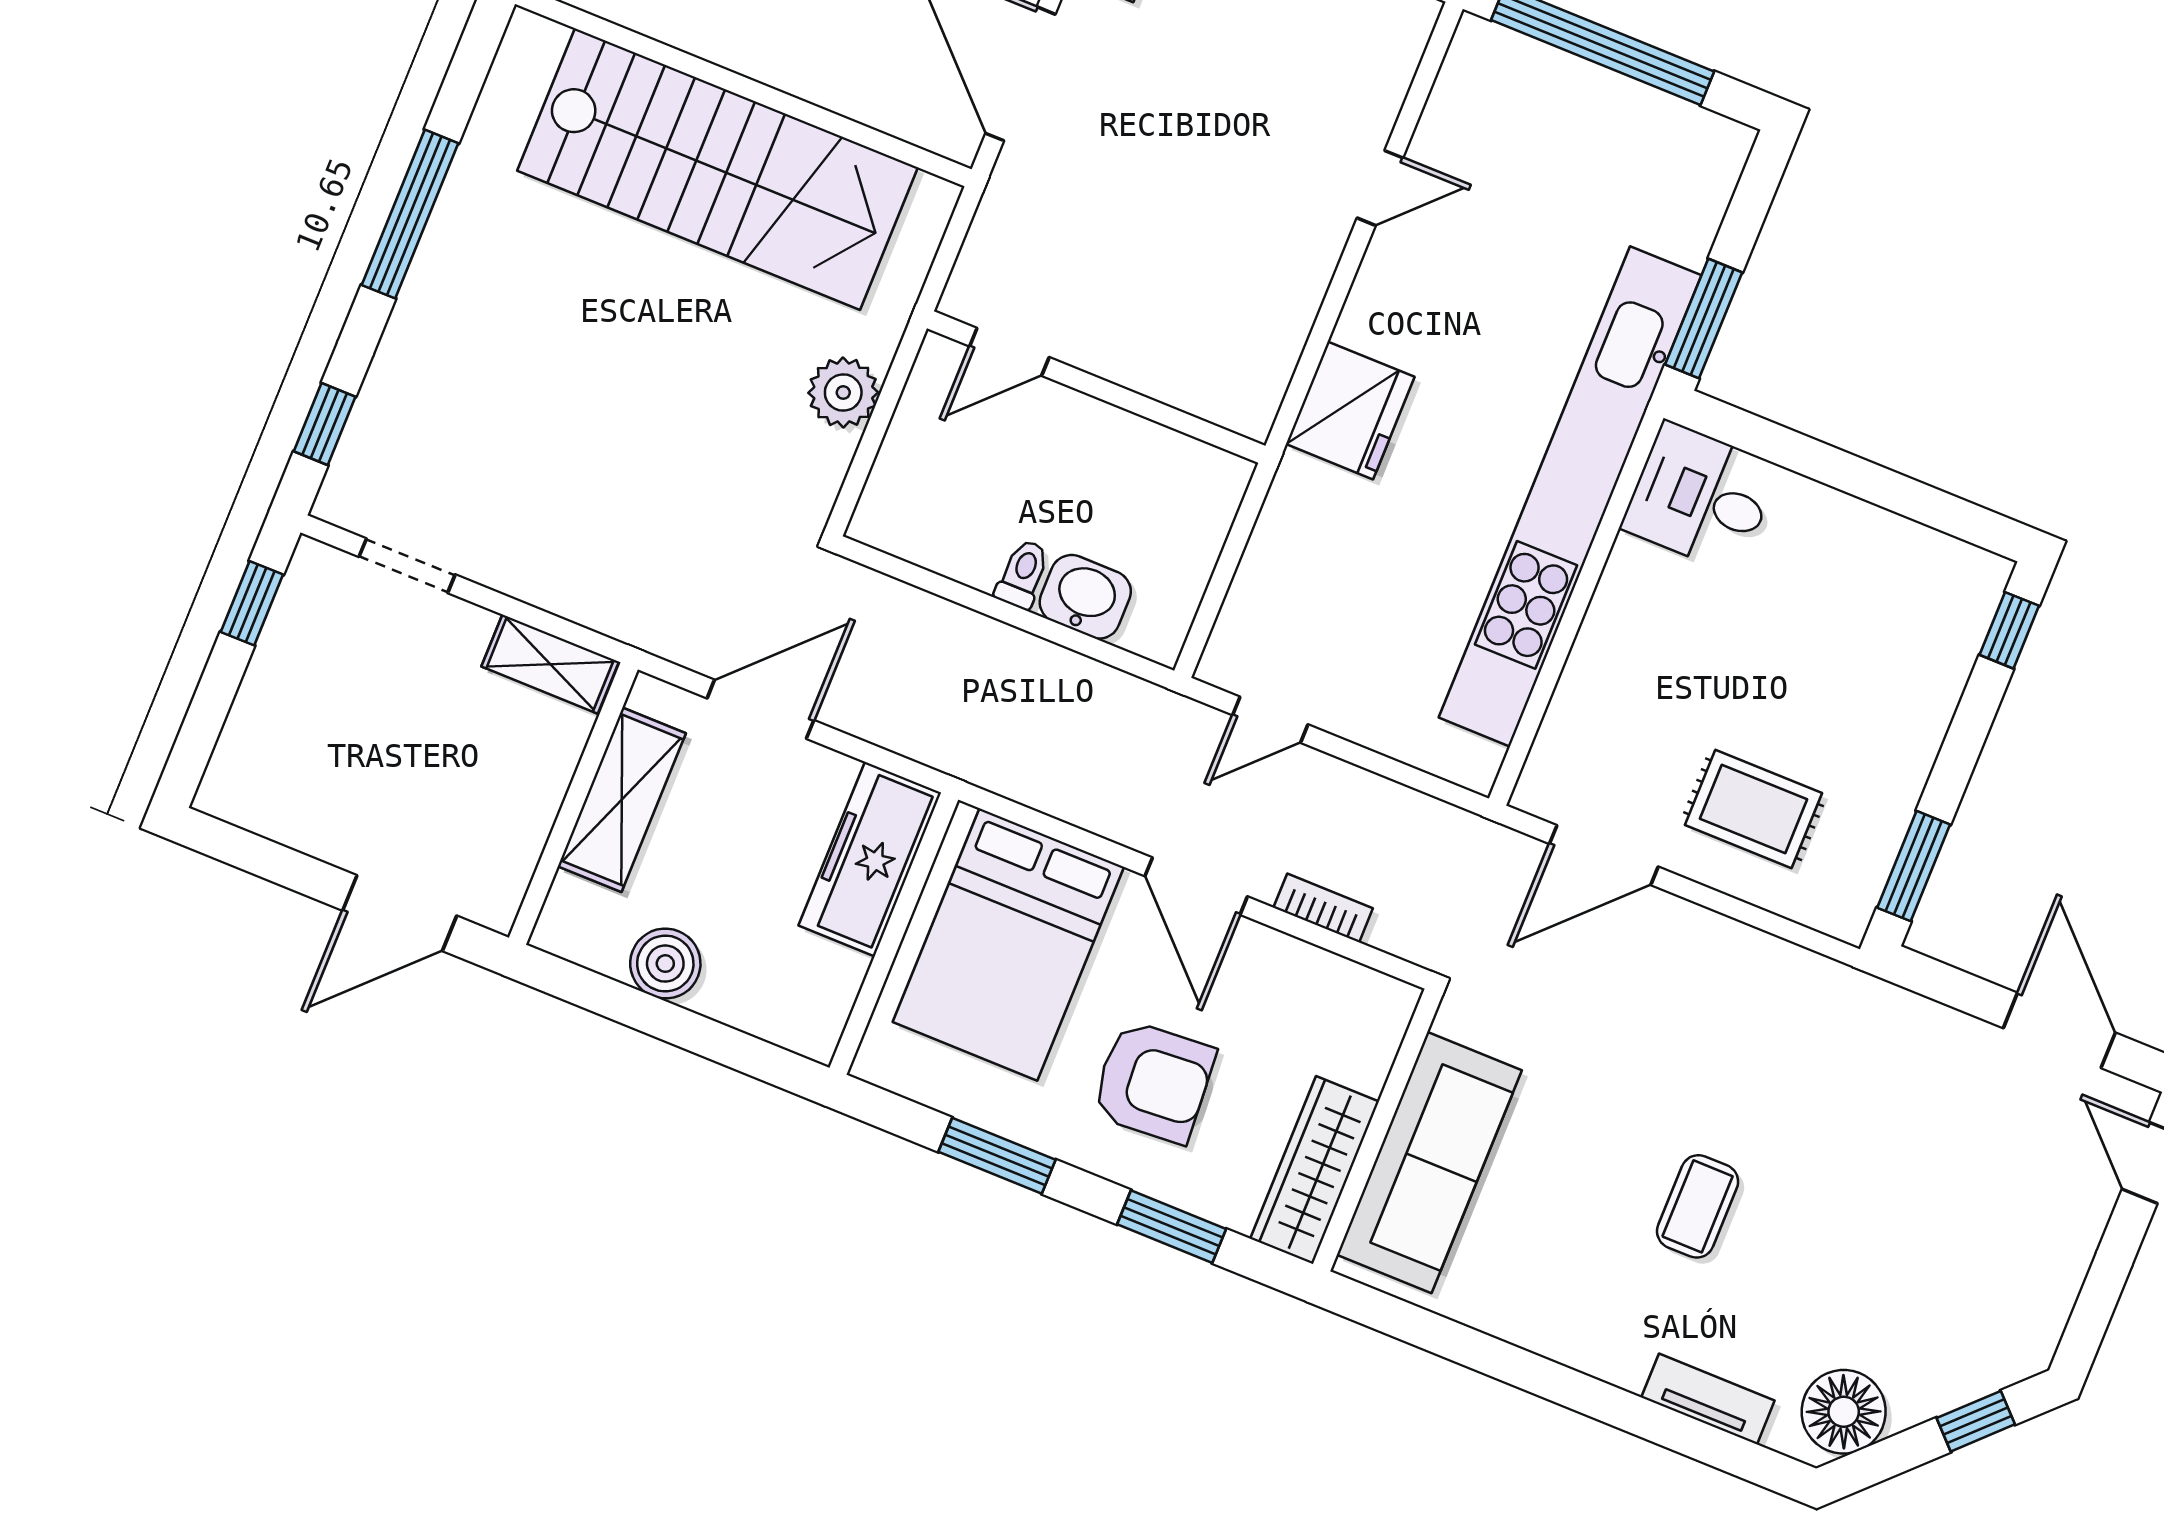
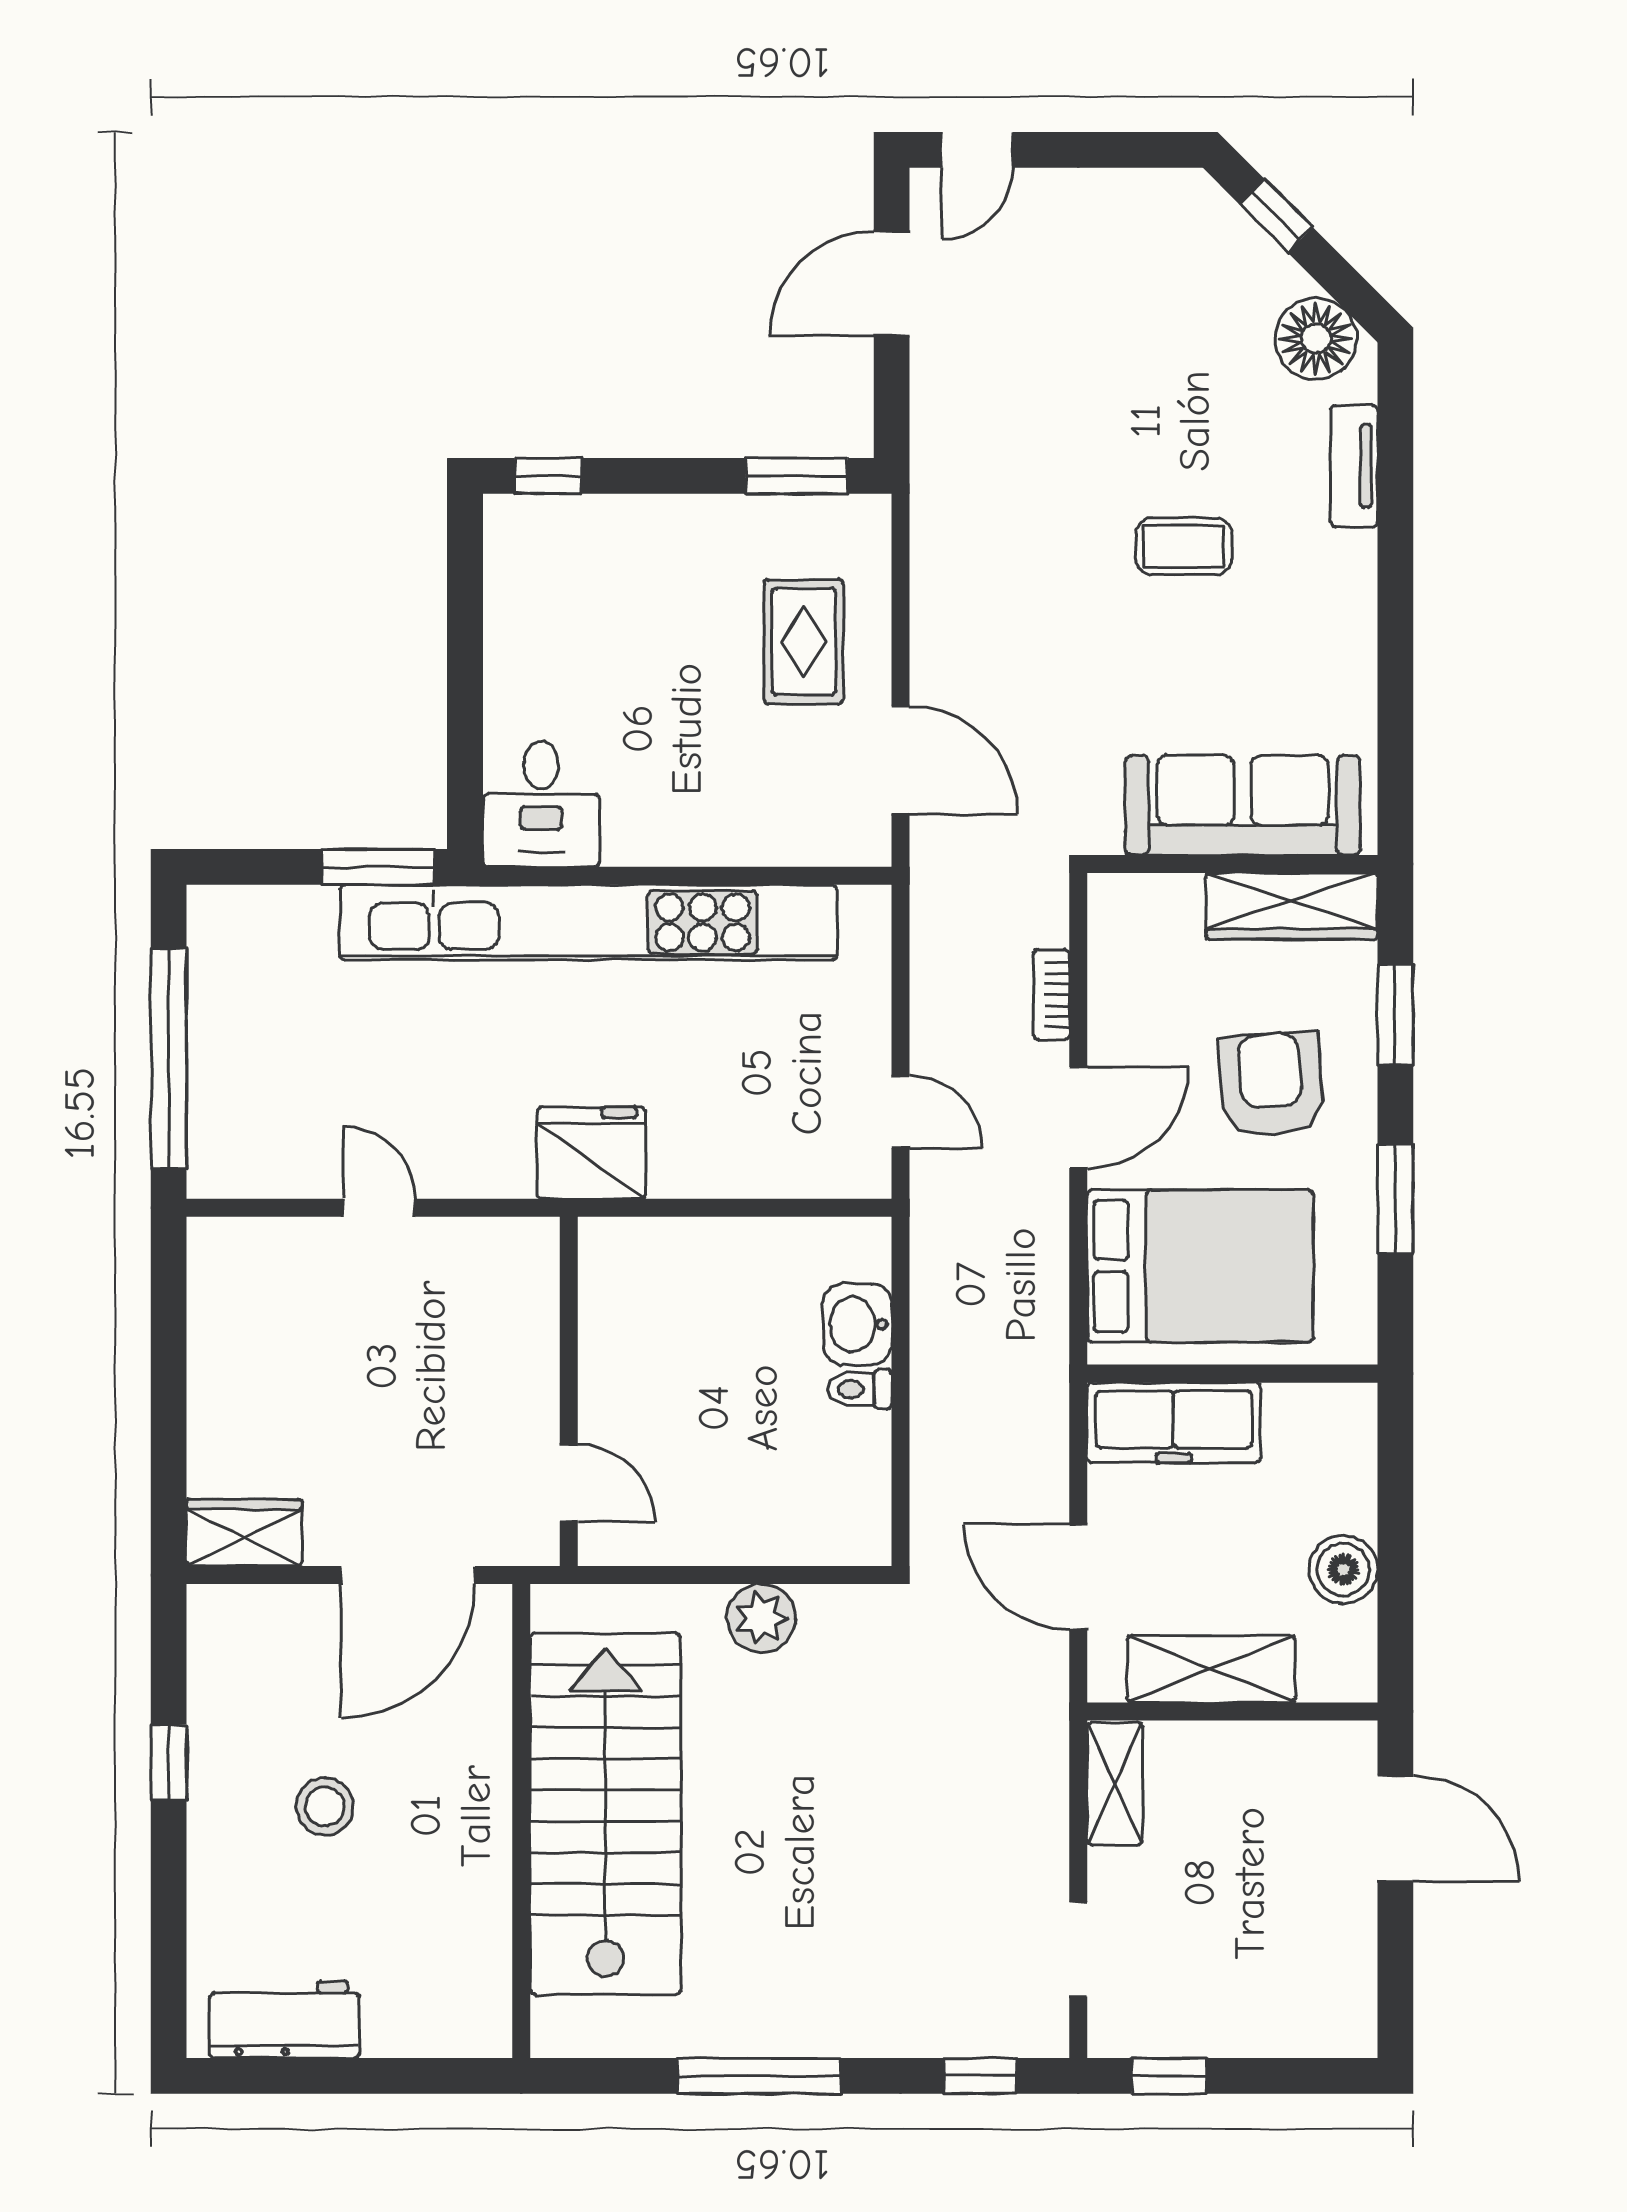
door: (1009, 352) -> (569, 1483), moved
wall: (1096, 387) -> (569, 1391), moved

